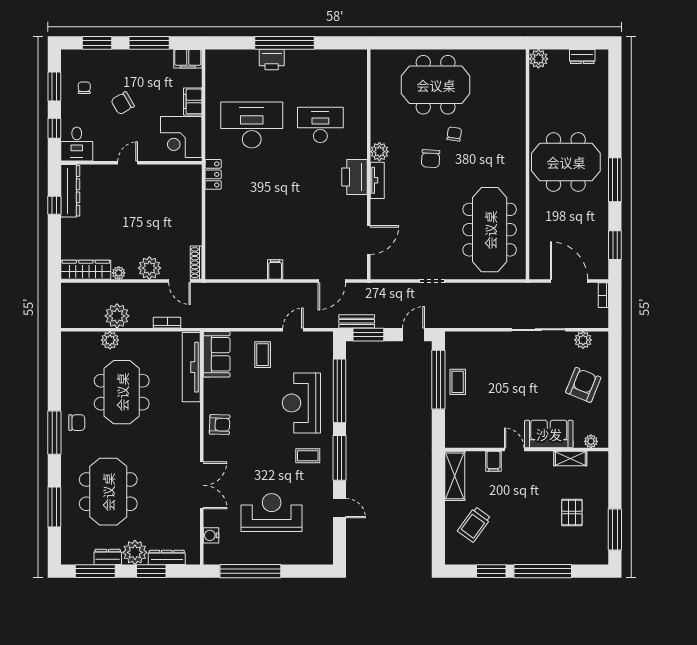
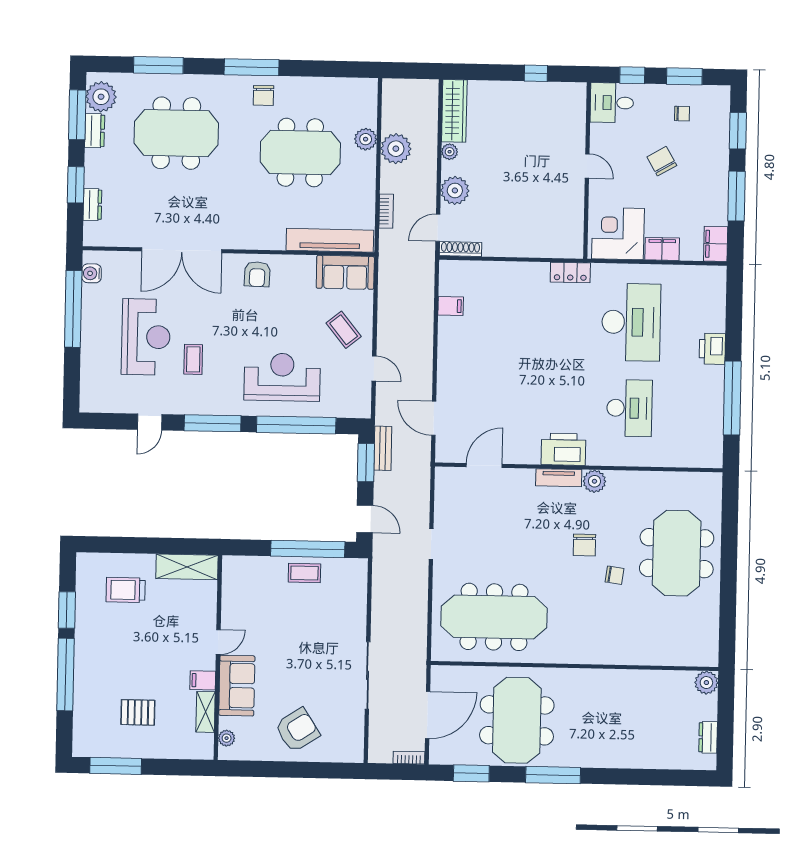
window: (285, 43) -> (732, 398), moved
chair: (431, 159) -> (584, 545), turned -93
meeting table: (566, 162) -> (517, 720), moved
dresser: (70, 191) -> (554, 93), removed
door: (369, 240) -> (484, 465), swing flipped
filing cabinet: (275, 269) -> (451, 306), moved
plant: (583, 340) -> (354, 731), removed
coffee table: (263, 355) -> (344, 330), turned 51
armchair: (583, 385) -> (297, 730), turned -55
coffee table: (308, 456) -> (193, 359), moved
filing cabinet: (493, 461) -> (203, 680), moved
double door: (202, 485) -> (182, 250), width x1.36
trolley: (474, 524) -> (126, 590), turned -36
water cooler: (211, 535) -> (92, 273), moved, turned -90
plant: (135, 552) -> (101, 97), moved
dresser: (167, 557) -> (92, 205), width x0.70

